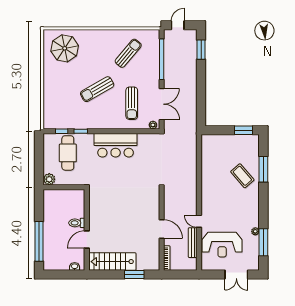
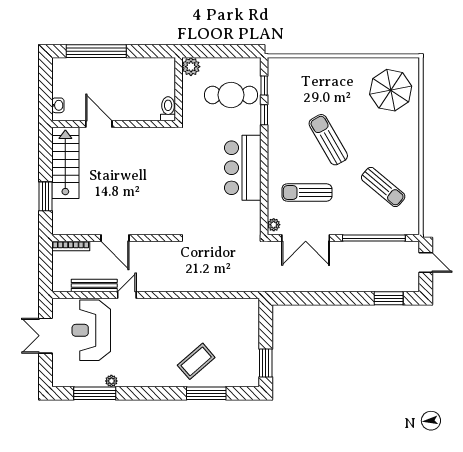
toilet: (77, 223) -> (168, 109), moved
door: (162, 229) -> (115, 238), hinge flipped
double door: (236, 275) -> (46, 336), moved

